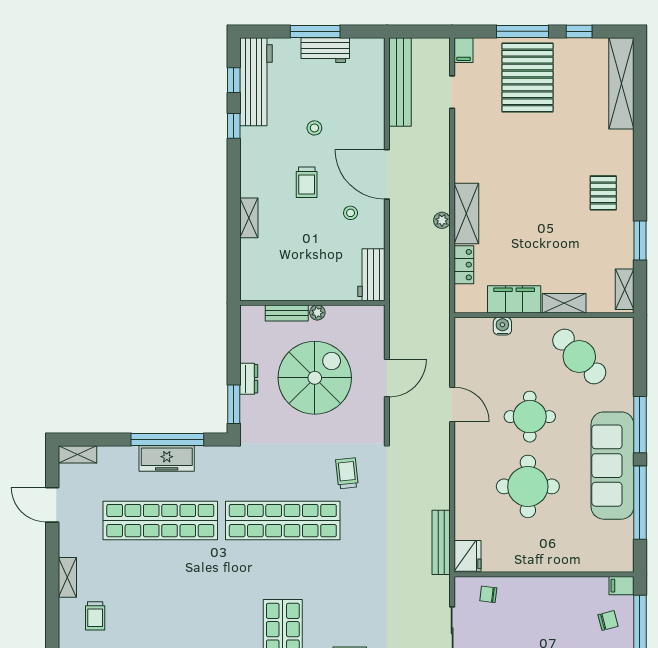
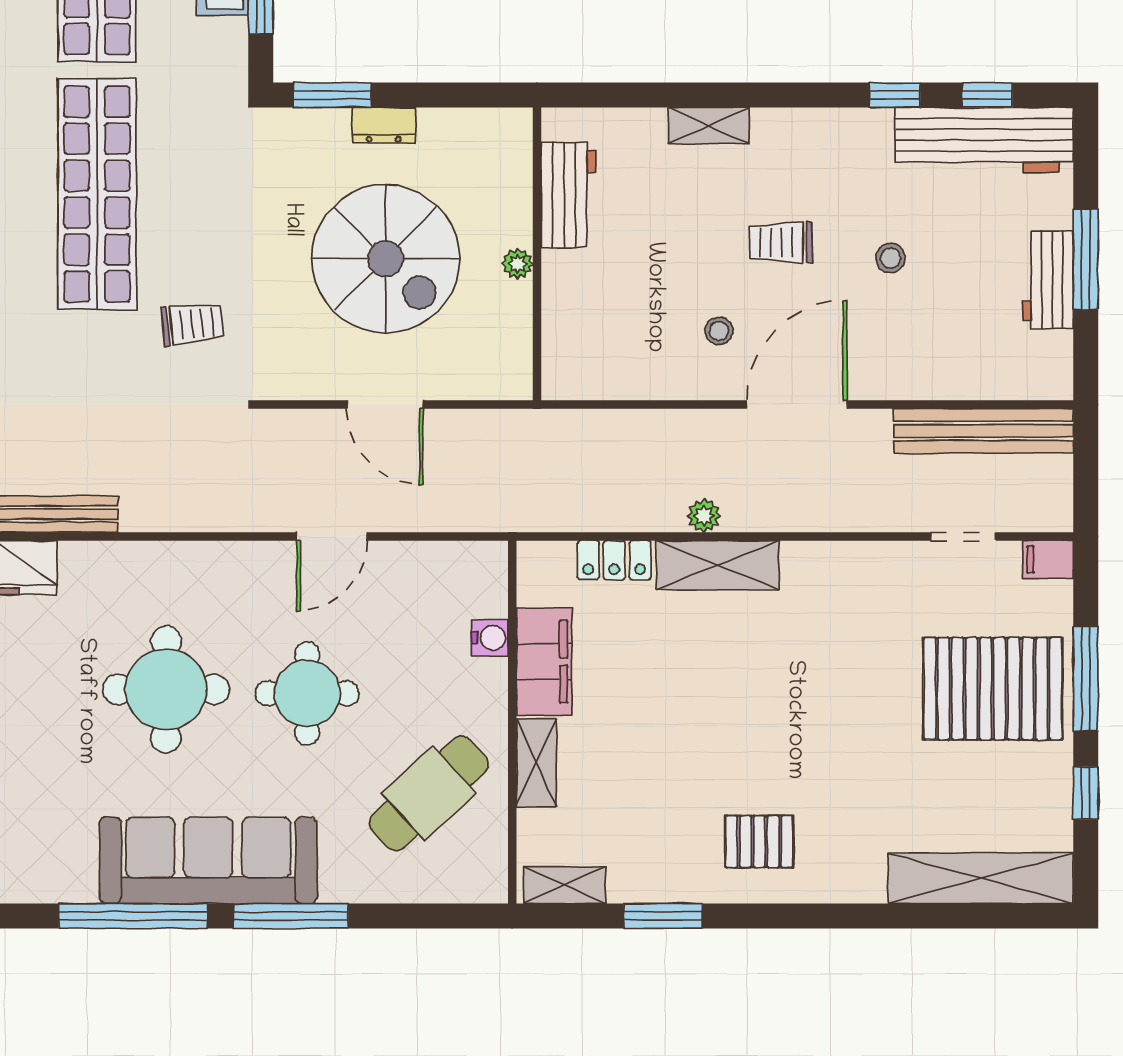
workbench: (371, 275) -> (568, 195), moved, turned 90
bench: (287, 313) -> (516, 202), removed

